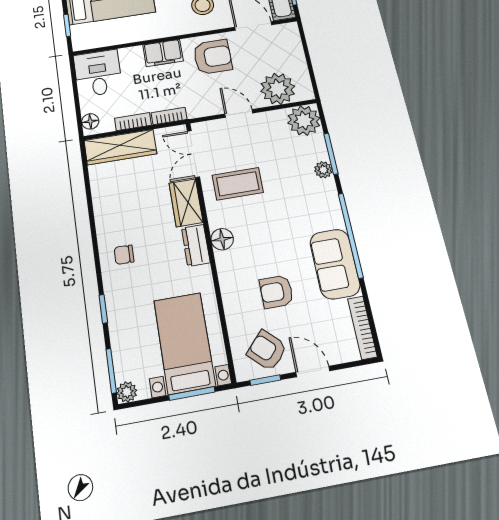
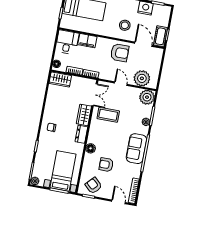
filing cabinet: (163, 53) -> (87, 41), moved
wardrobe: (120, 147) -> (60, 79), width x0.67
double door: (193, 154) -> (95, 95), swing flipped
floor lamp: (222, 239) -> (91, 148), moved
sofa: (335, 264) -> (136, 149), moved
door: (313, 371) -> (118, 202), moved

